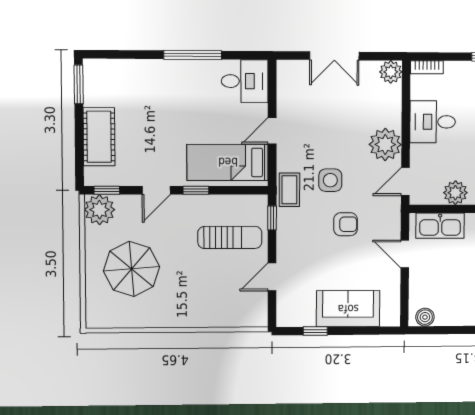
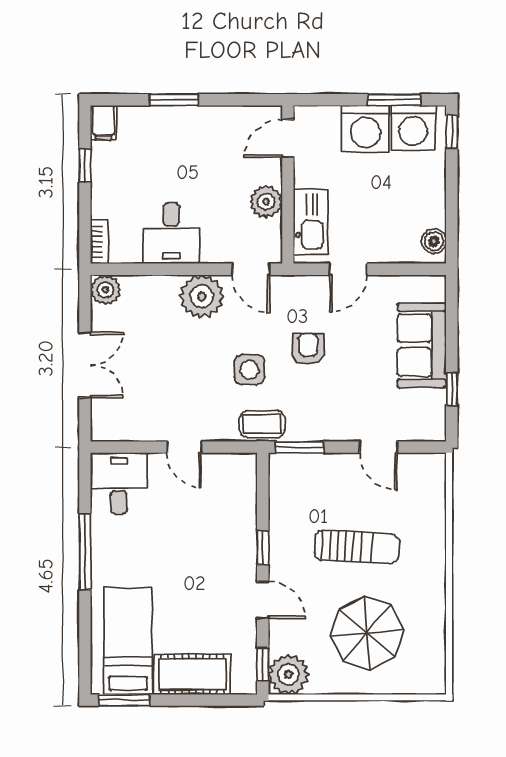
bed: (228, 162) -> (128, 641), moved, turned 180
window: (272, 218) -> (300, 447), width x1.50
sun lounger: (230, 237) -> (357, 547), moved, turned 93

